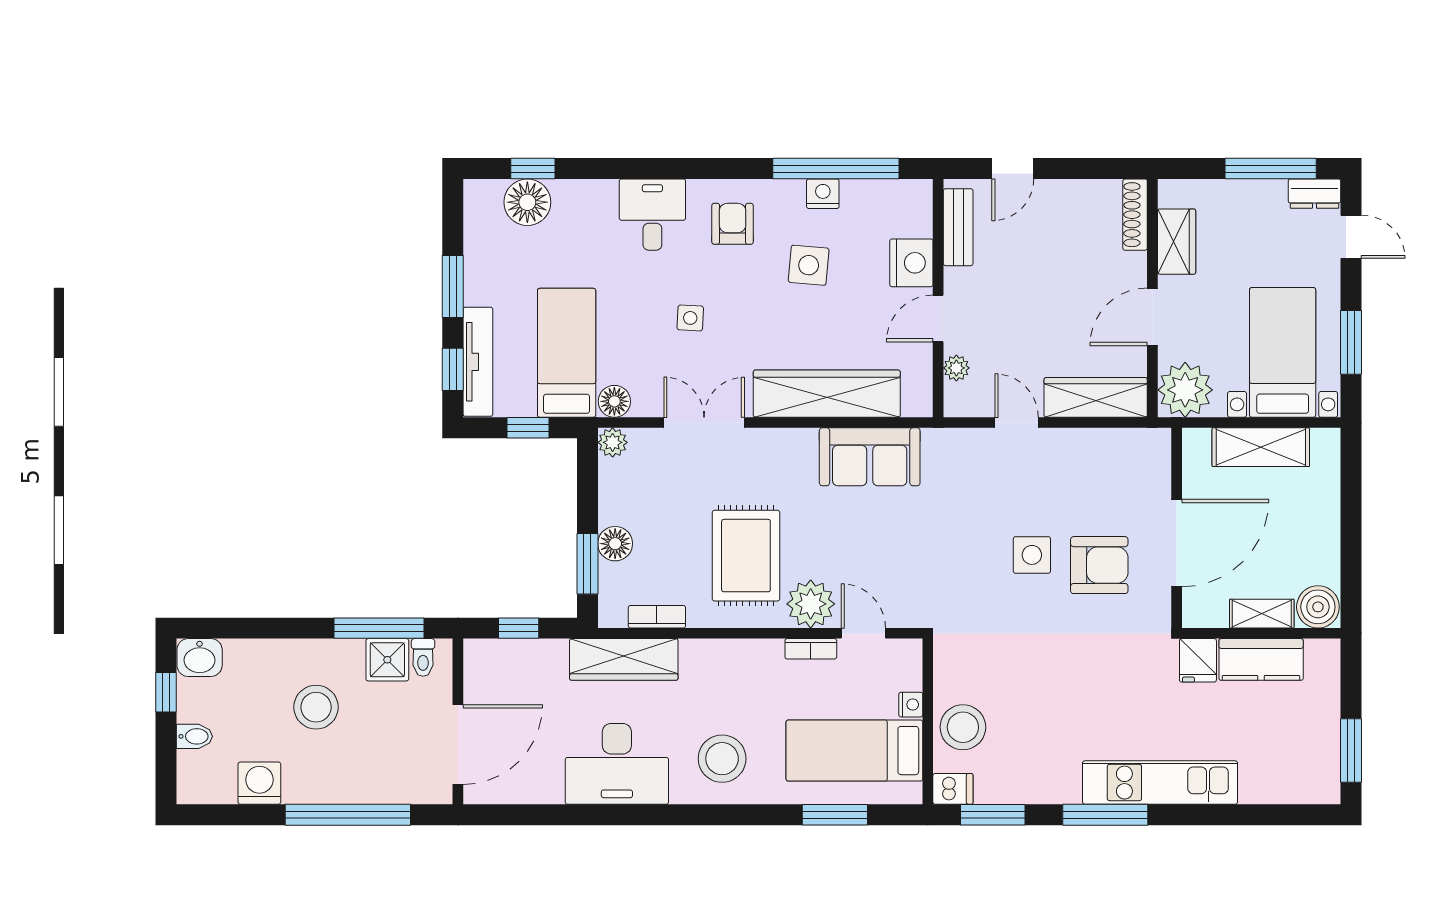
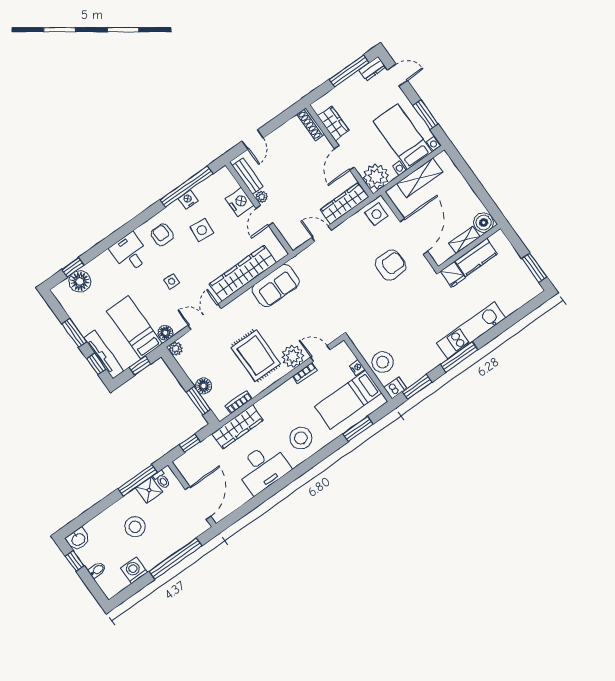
plant: (956, 368) -> (262, 197), moved
side table: (1032, 555) -> (376, 214), moved

